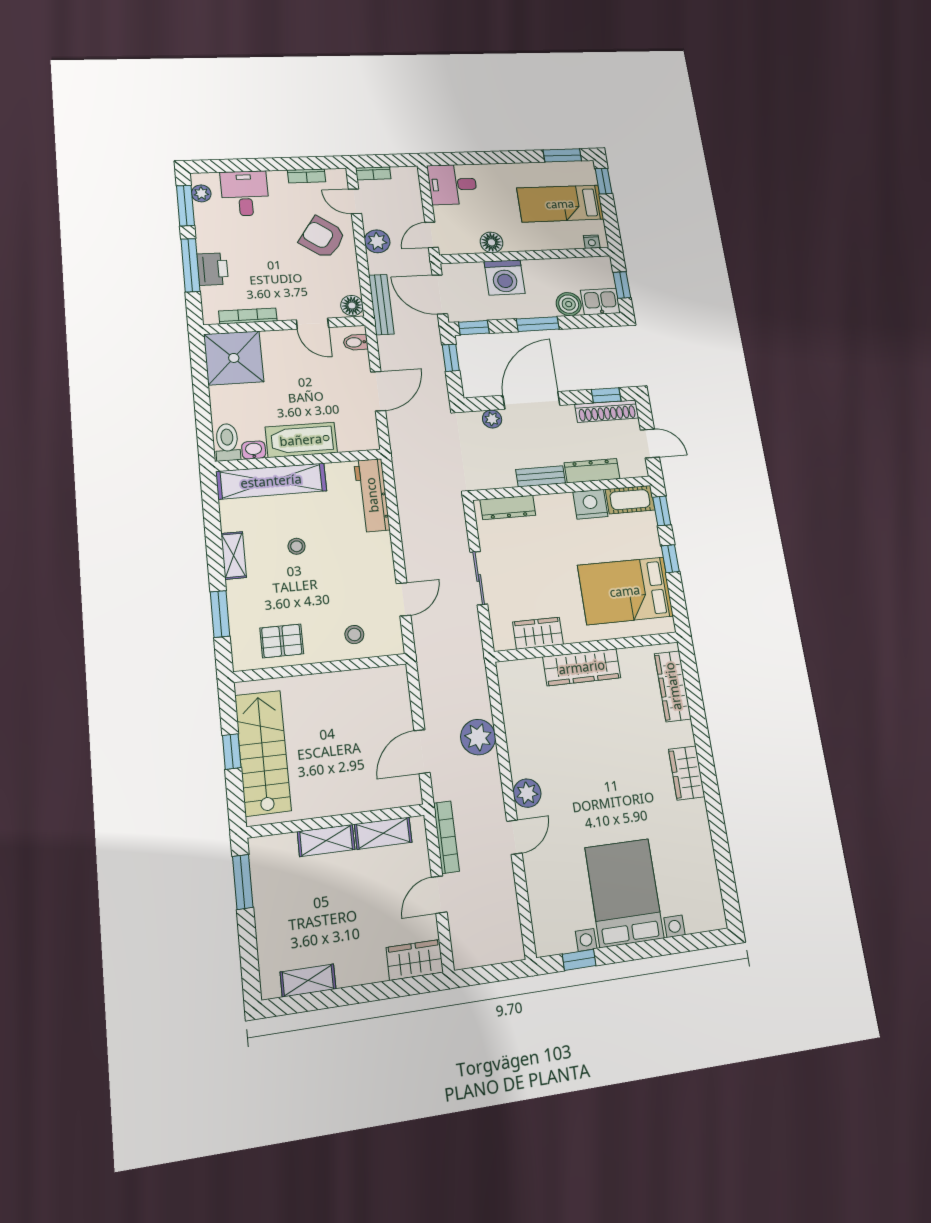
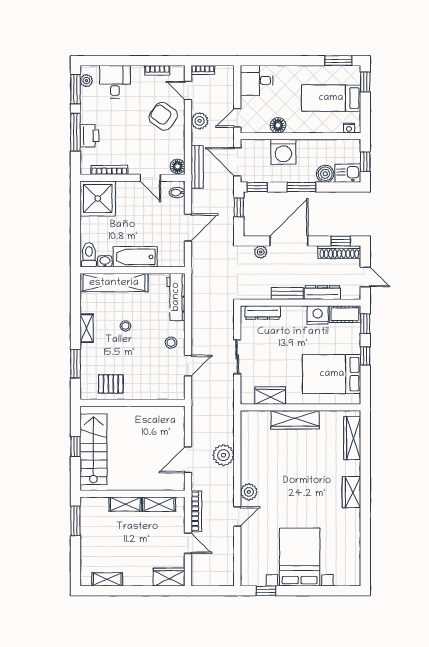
stool: (354, 635) -> (171, 343), moved
door: (439, 895) -> (188, 543), swing flipped

